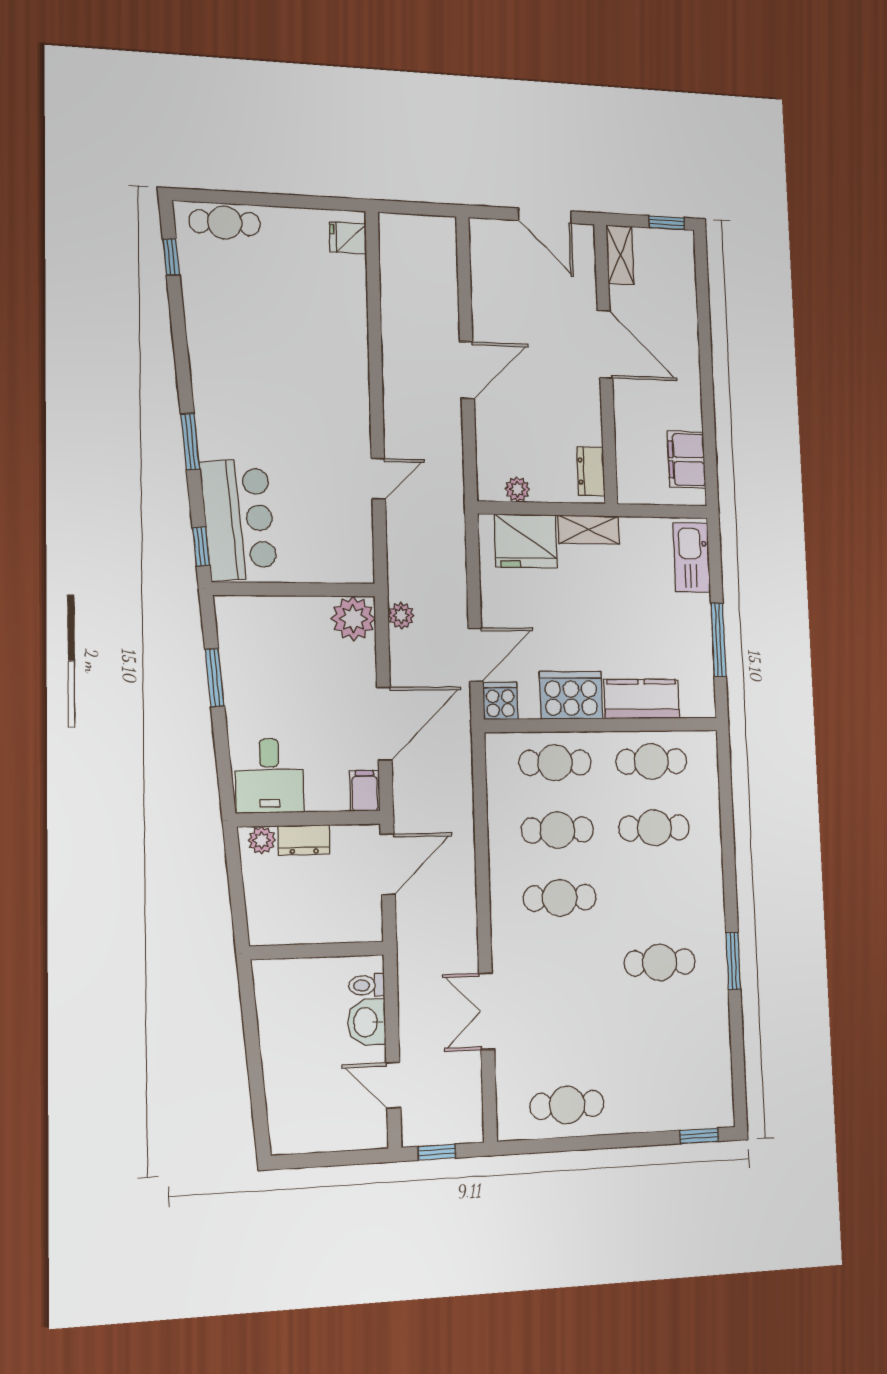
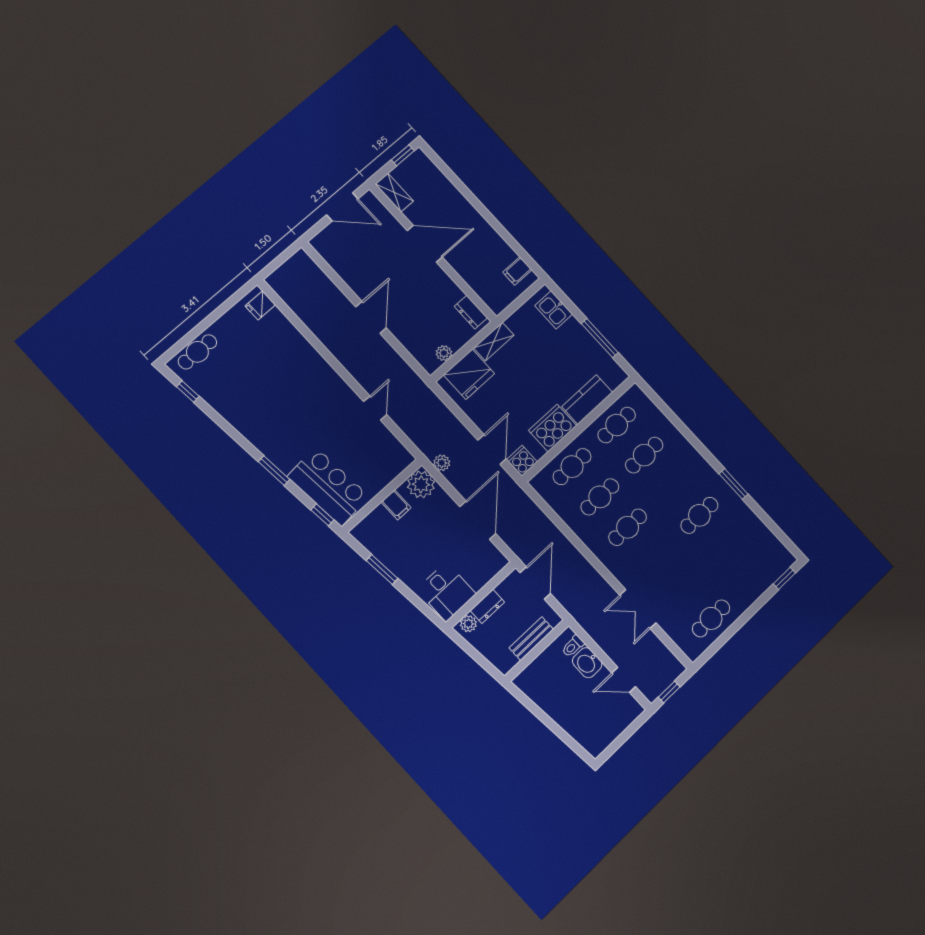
filing cabinet: (687, 460) -> (517, 271), width x0.50
kitchen sink: (692, 557) -> (554, 310), width x0.73
filing cabinet: (365, 791) -> (396, 505), moved, turned 180
bench: (323, 929) -> (531, 639), added

